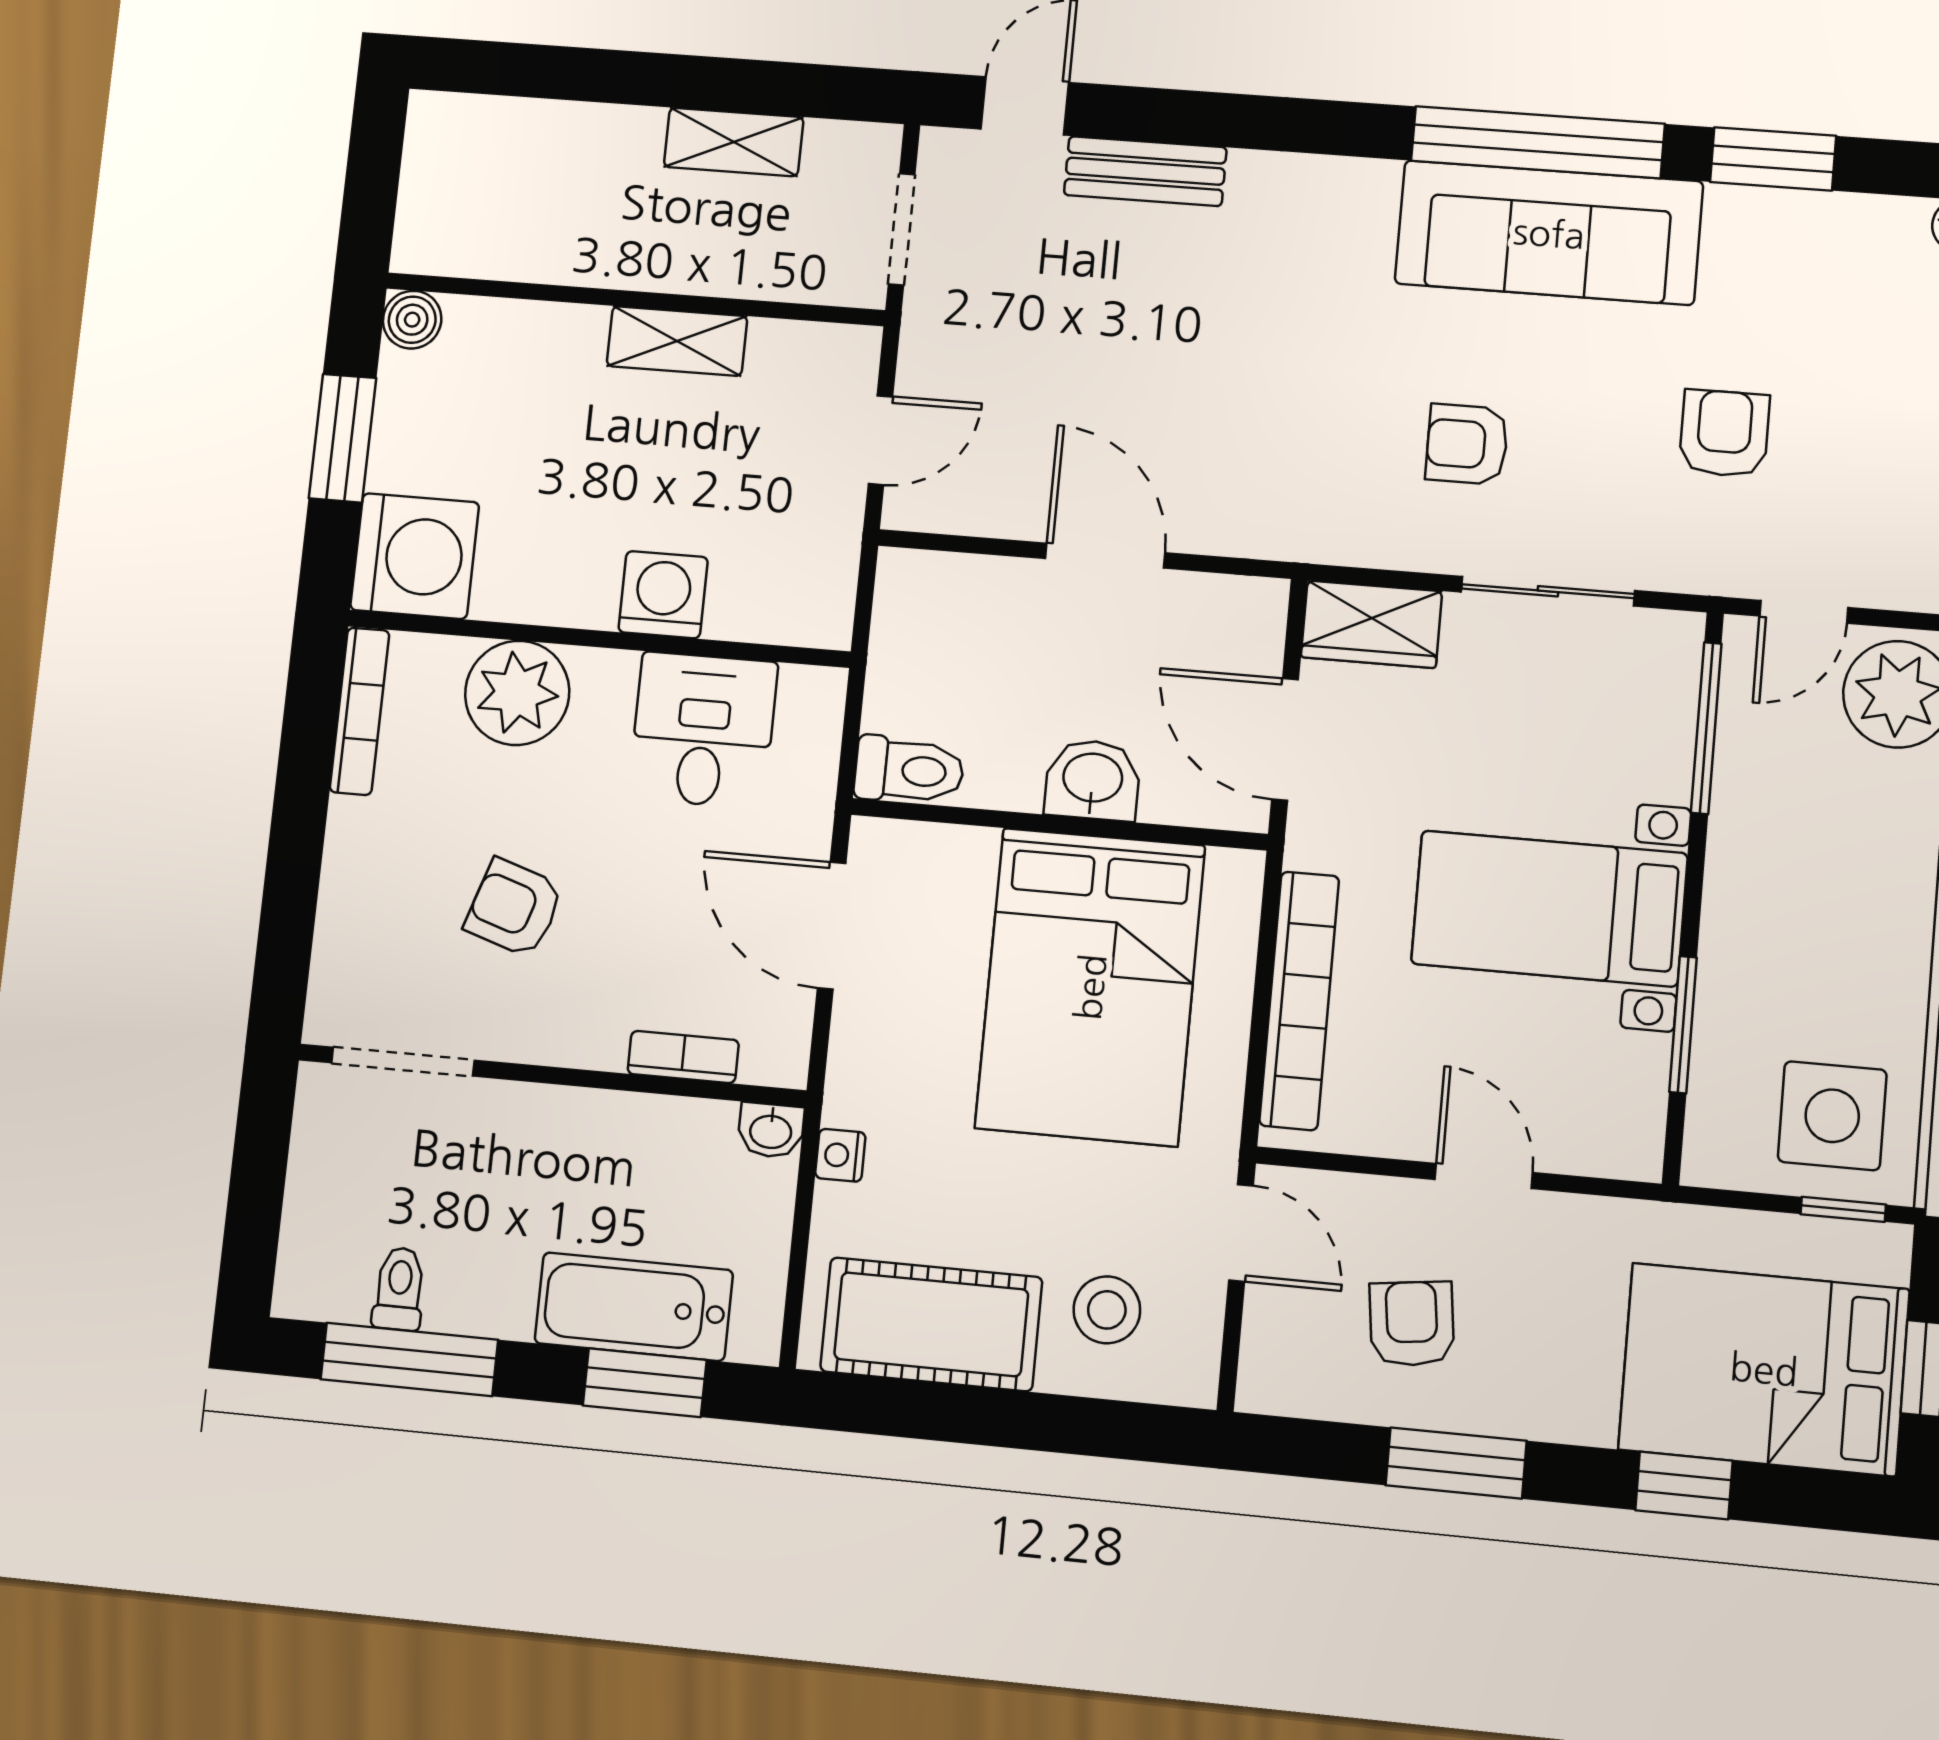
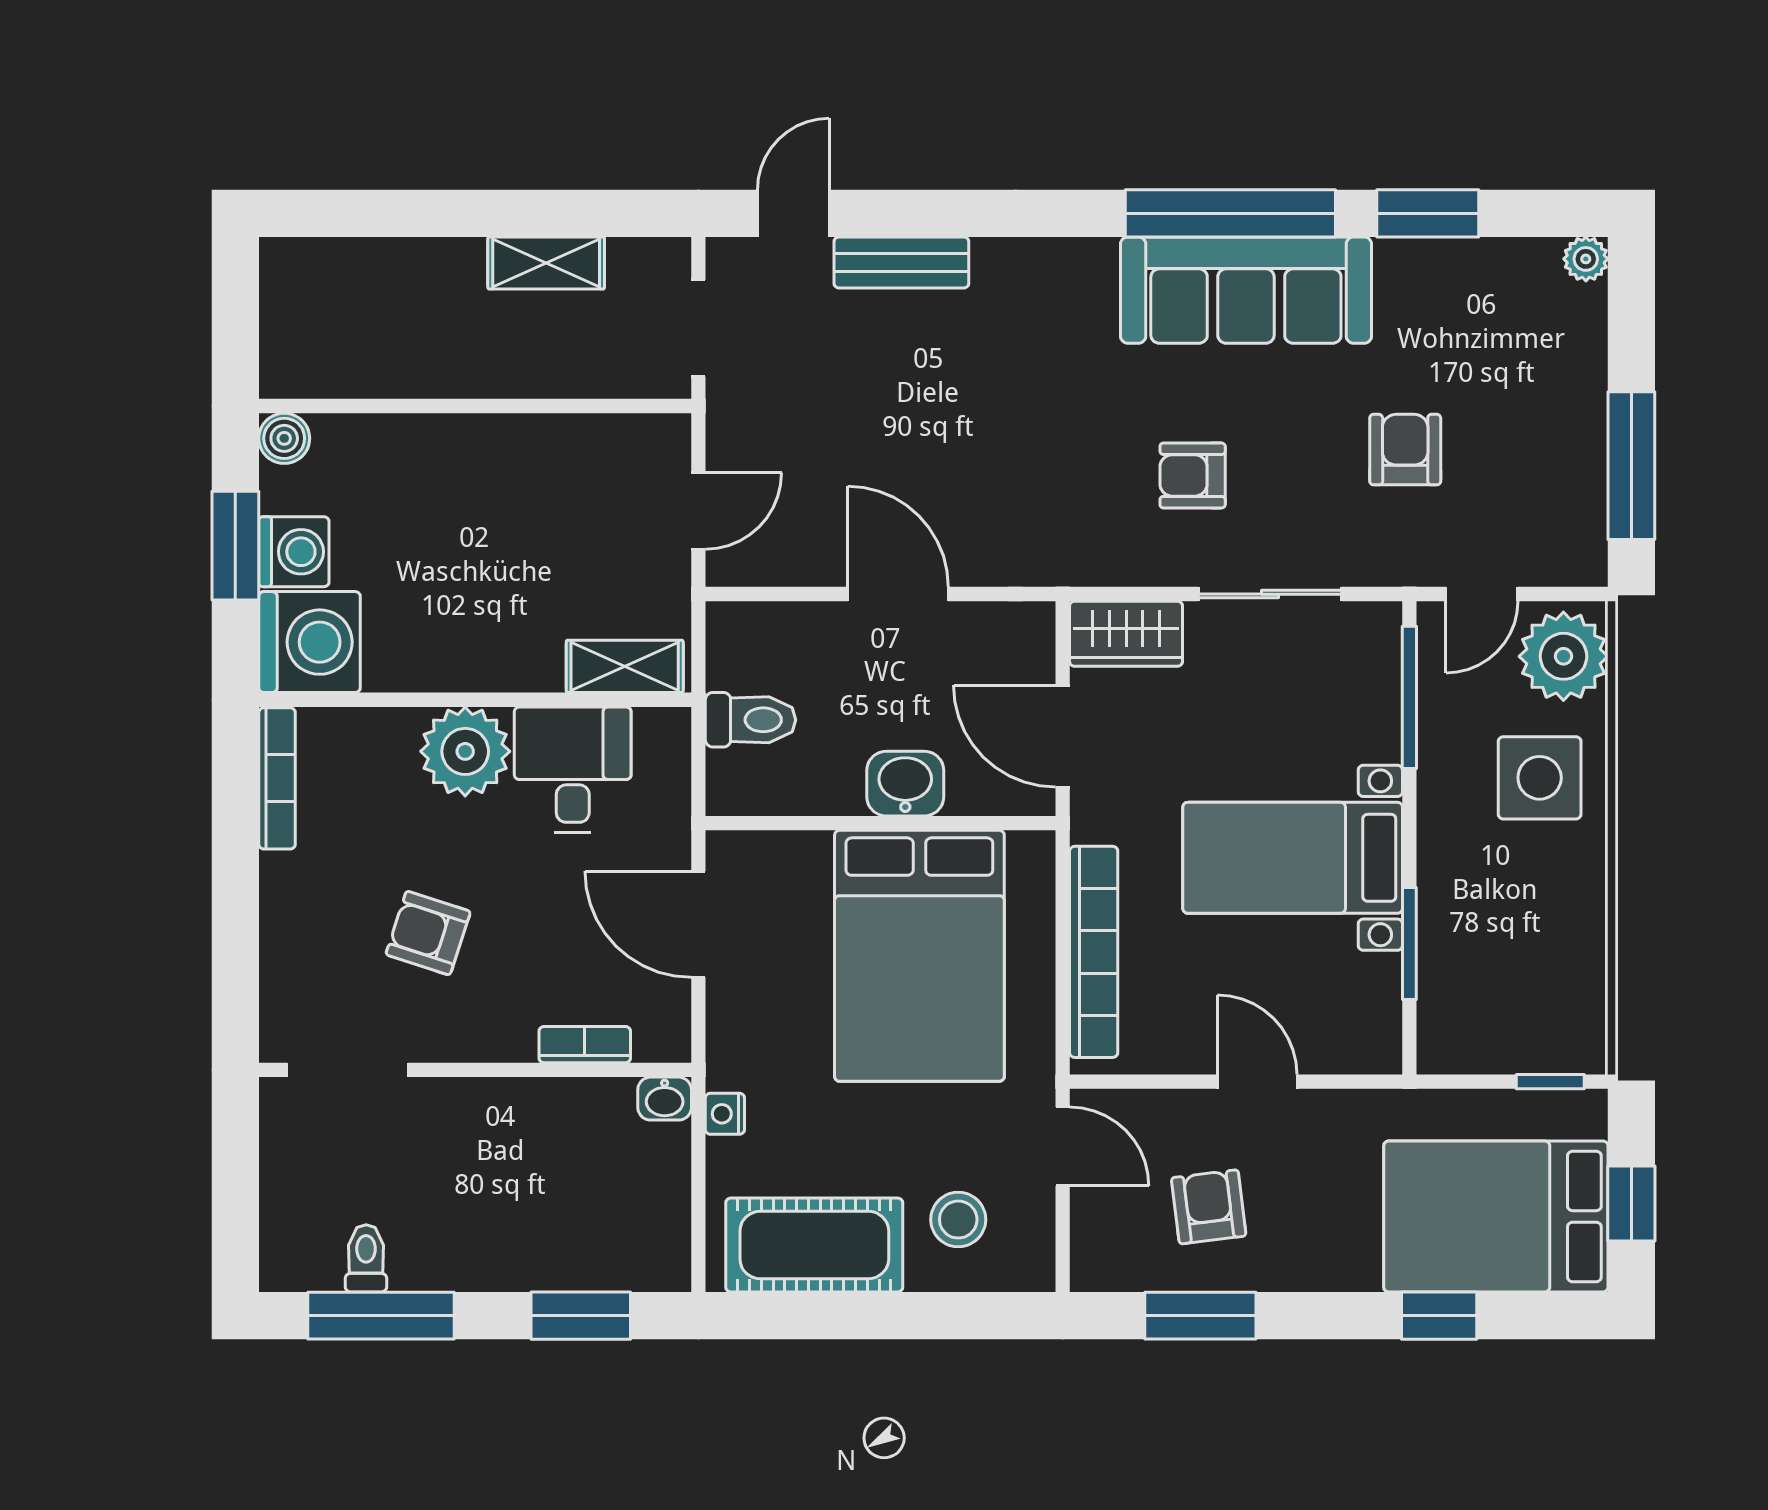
shelving: (677, 341) -> (625, 666), moved
washing machine: (663, 595) -> (294, 552), moved, turned 90
plant: (517, 693) -> (465, 751), moved
toilet: (909, 770) -> (751, 720), moved
side table: (1832, 1116) -> (1540, 778), moved
bathtub: (634, 1307) -> (565, 1254), removed
window: (1456, 1463) -> (1200, 1316), moved

